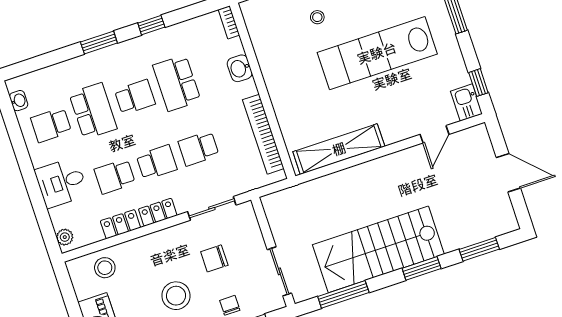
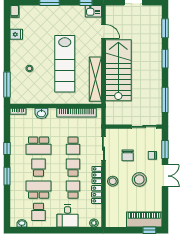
lab bench: (377, 53) -> (65, 64), moved
school desk: (115, 176) -> (73, 190), turned 180
stairs: (378, 249) -> (118, 70), moved, turned 180
stool: (105, 268) -> (113, 181), moved

